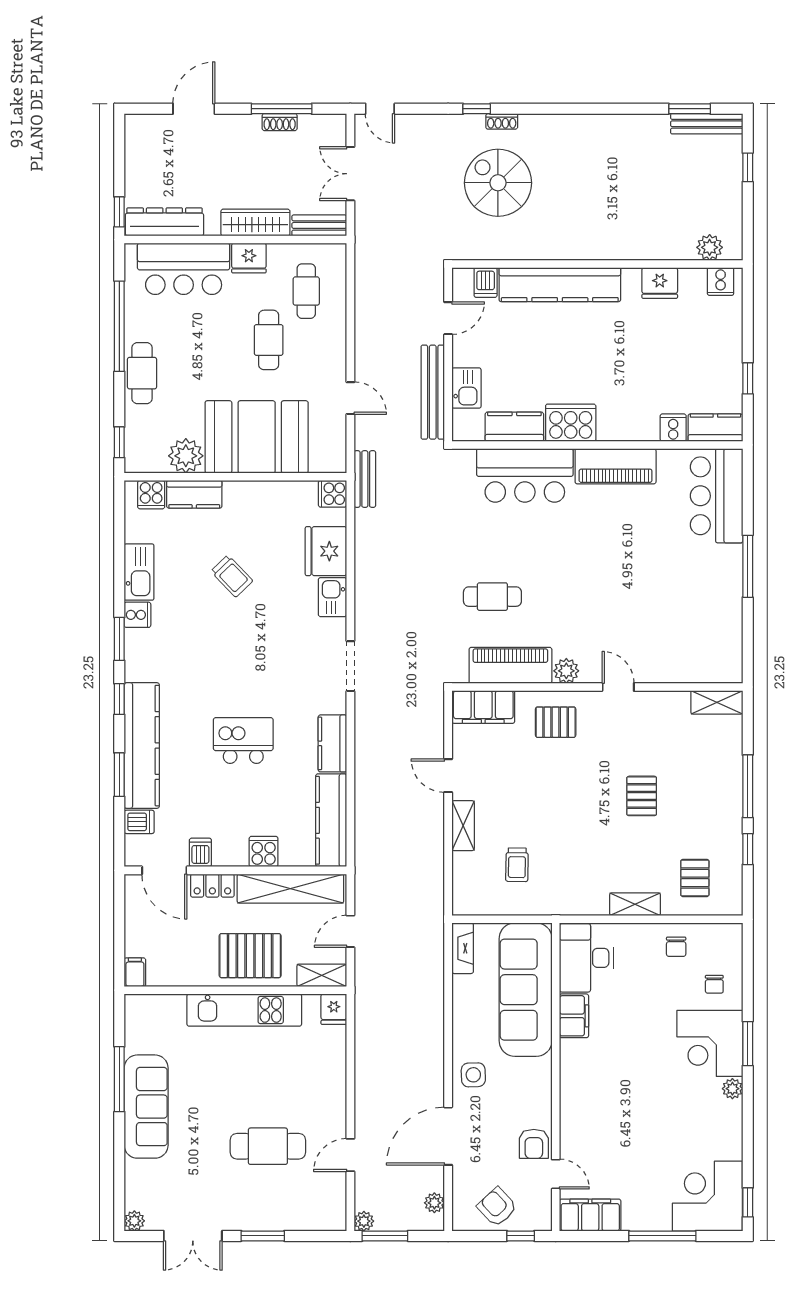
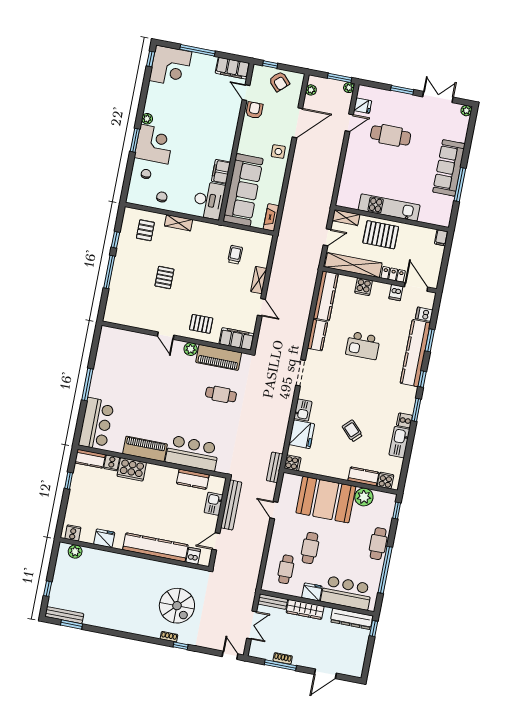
cooker: (571, 423) -> (132, 469), moved
shelving: (717, 702) -> (117, 318), removed
fridge: (334, 1009) -> (363, 106), moved, turned 90

